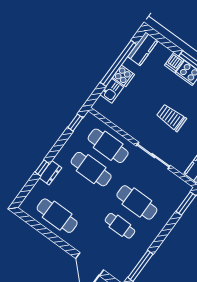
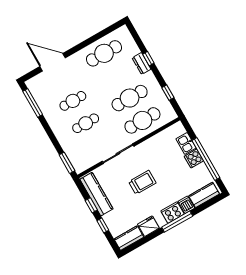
kitchen counter: (143, 49) -> (204, 195), moved, turned 90
window: (75, 123) -> (168, 93), moved
cafe table: (137, 202) -> (86, 123), width x0.73, depth x0.74

